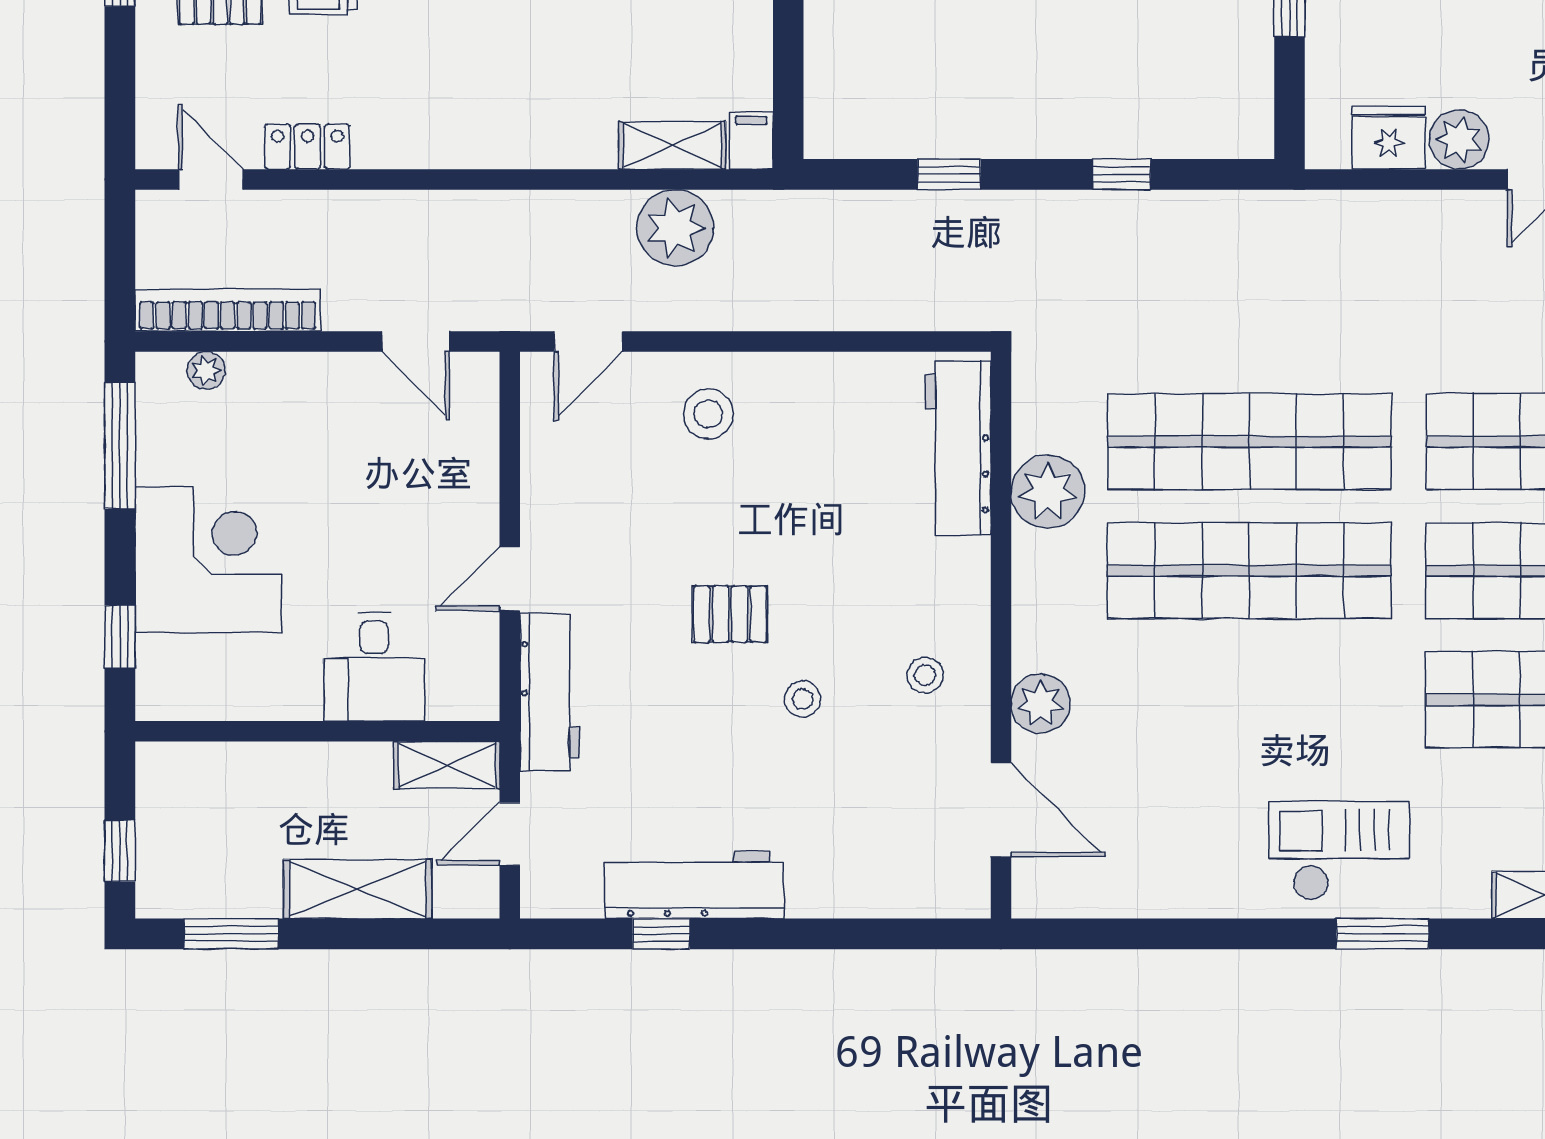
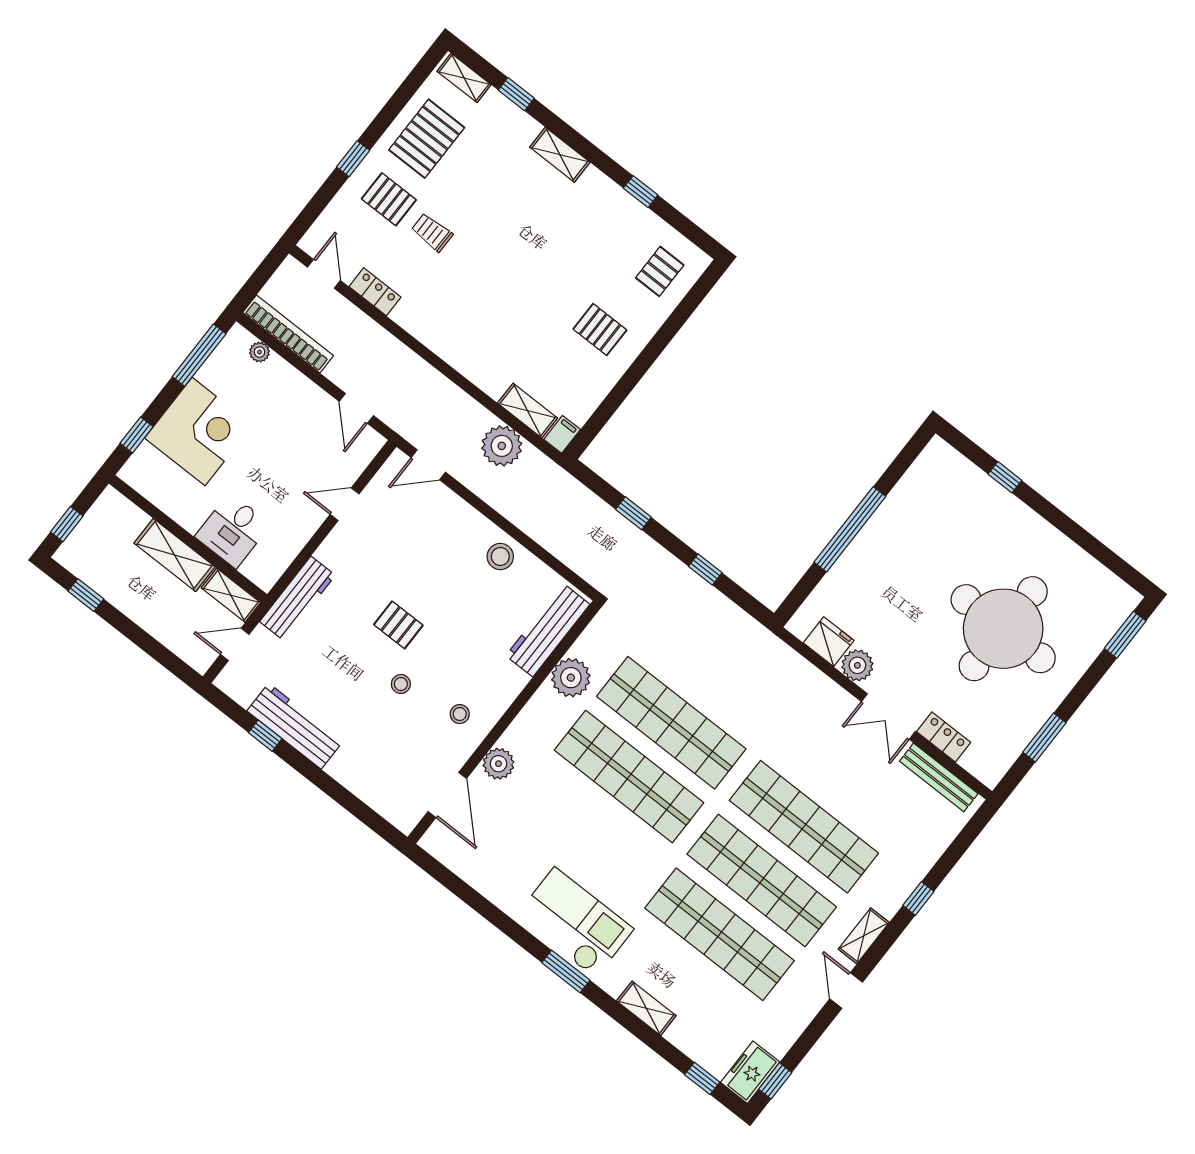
stool: (708, 414) -> (500, 557), moved
door: (510, 579) -> (345, 504), moved
checkout: (1339, 851) -> (575, 923), width x1.36, depth x1.21
shelving: (357, 889) -> (174, 555), moved
window: (231, 934) -> (86, 595), width x0.67

